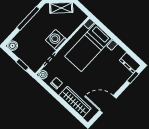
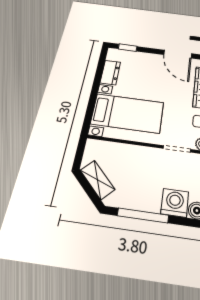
washing machine: (56, 40) -> (175, 203), moved, turned 180
dresser: (130, 63) -> (110, 73), moved

